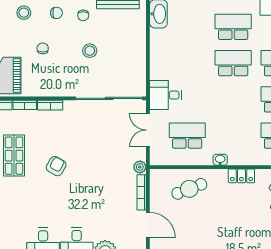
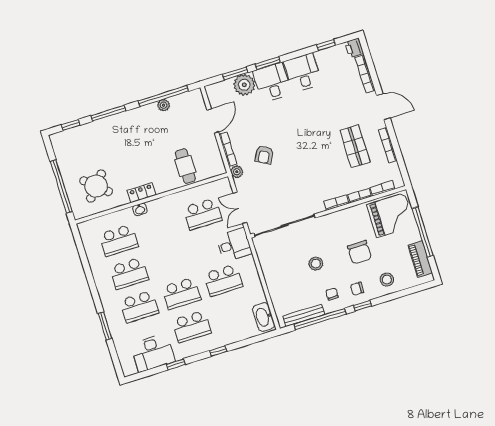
chair: (43, 48) -> (359, 252), width x1.87, depth x1.87
school desk: (187, 63) -> (223, 280), added
double door: (148, 130) -> (240, 208), swing flipped
washbasin: (220, 160) -> (140, 209), moved
armchair: (56, 166) -> (264, 155), moved
cafe table: (189, 189) -> (185, 166), turned -69
door: (148, 225) -> (213, 121), swing flipped

